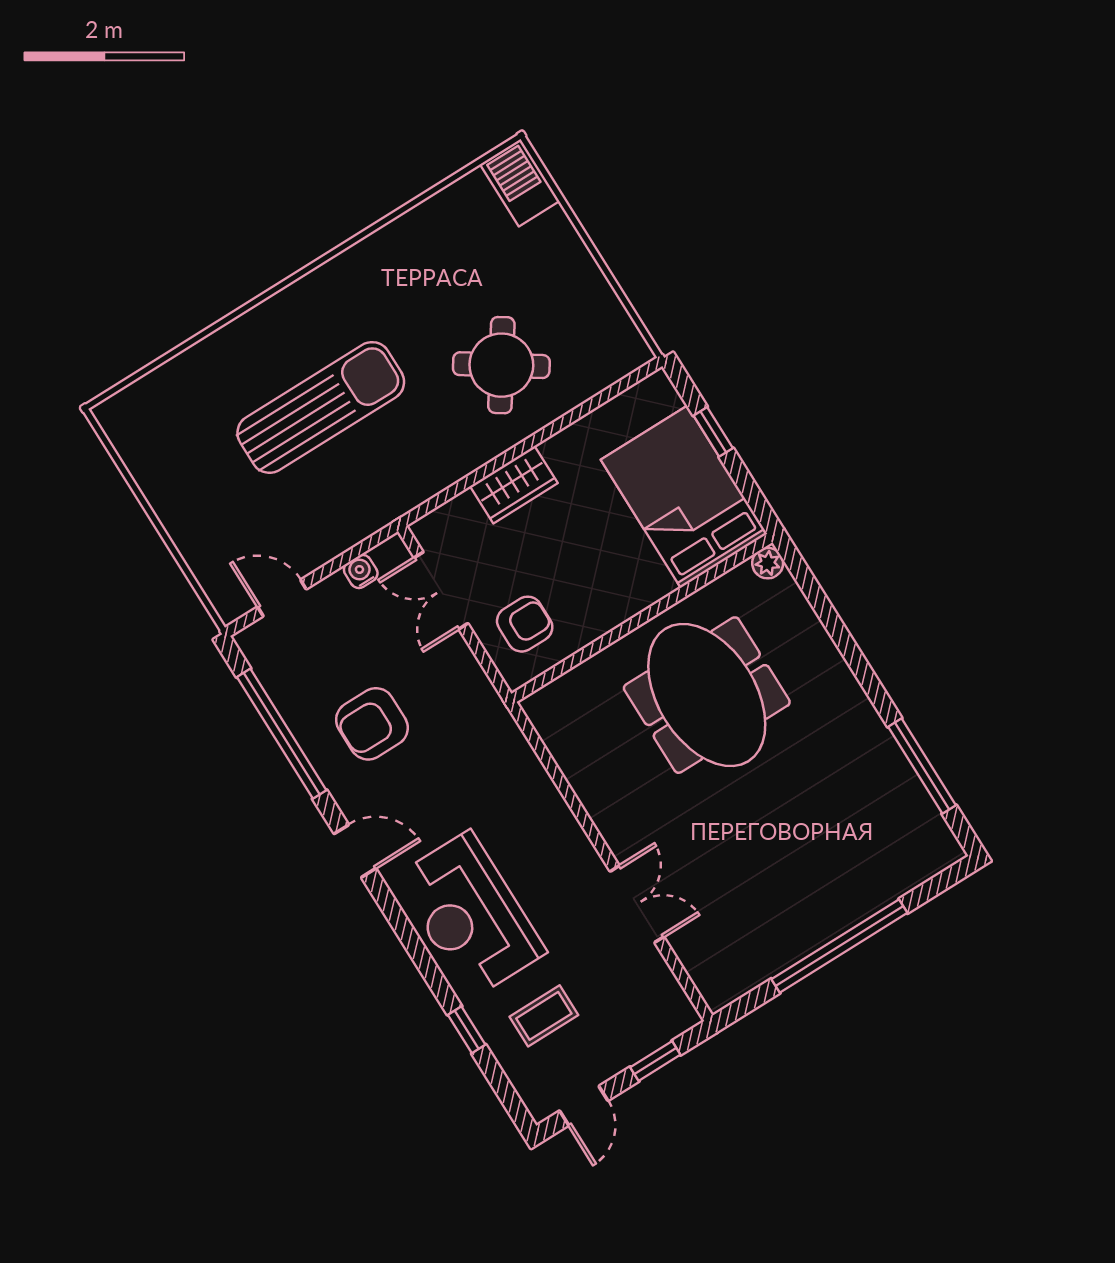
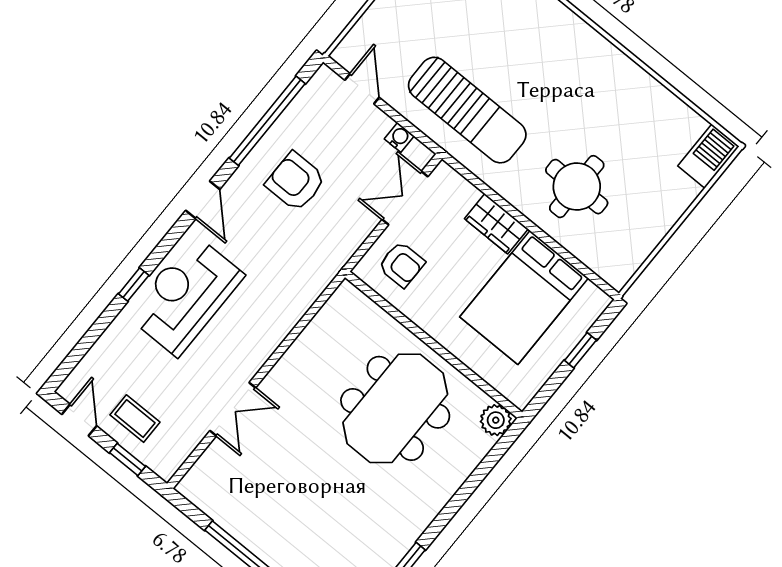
round table: (501, 365) -> (577, 187), turned -34
sun lounger: (321, 407) -> (467, 110), moved
bed: (684, 497) -> (524, 297), moved, turned 180
plant: (768, 563) -> (496, 420), width x1.38, depth x1.38
coffee table: (544, 1016) -> (135, 419), moved
window: (467, 1030) -> (134, 285), moved
door: (584, 1106) -> (79, 420), swing flipped

